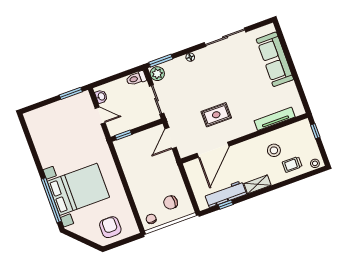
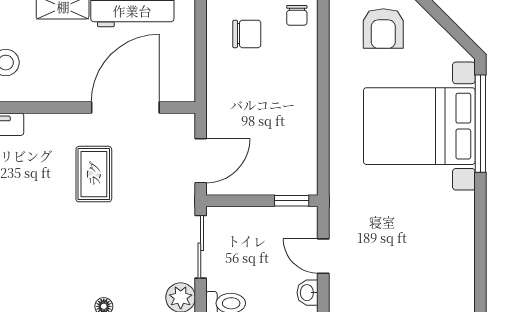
rug: (216, 115) -> (94, 174), turned 90

